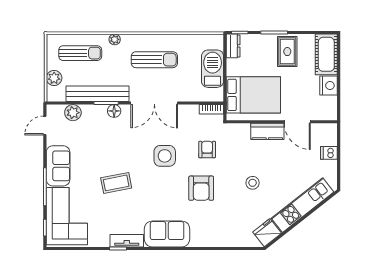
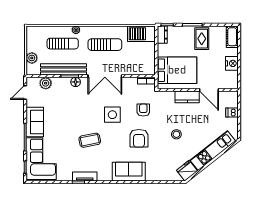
sun lounger: (80, 53) -> (63, 44), moved
cot: (326, 54) -> (232, 37), width x0.73, depth x0.75
barbecue: (213, 69) -> (141, 34), moved, turned -90
coffee table: (116, 183) -> (90, 140), moved
sofa: (167, 234) -> (129, 172), moved

